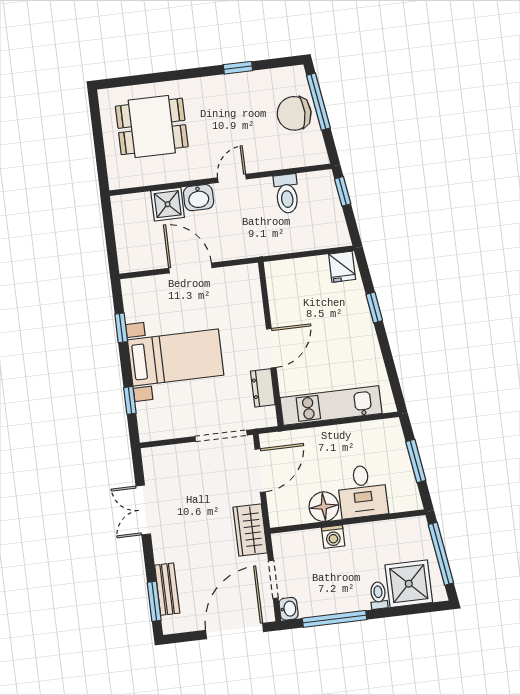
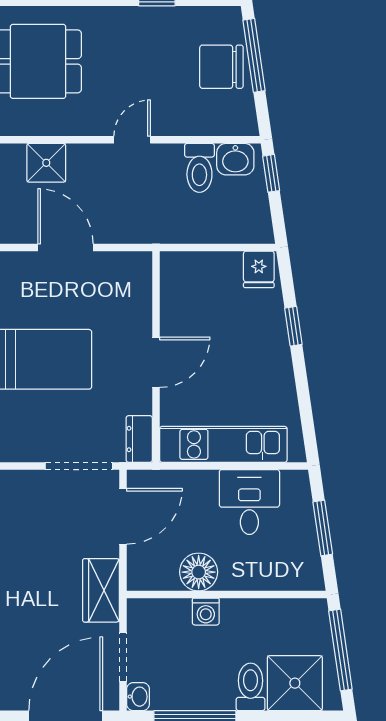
washbasin: (199, 198) -> (235, 159), moved
dresser: (263, 388) -> (139, 439), moved
desk: (362, 491) -> (249, 502), moved, turned 180
toilet: (378, 595) -> (251, 687), width x1.37, depth x1.39

